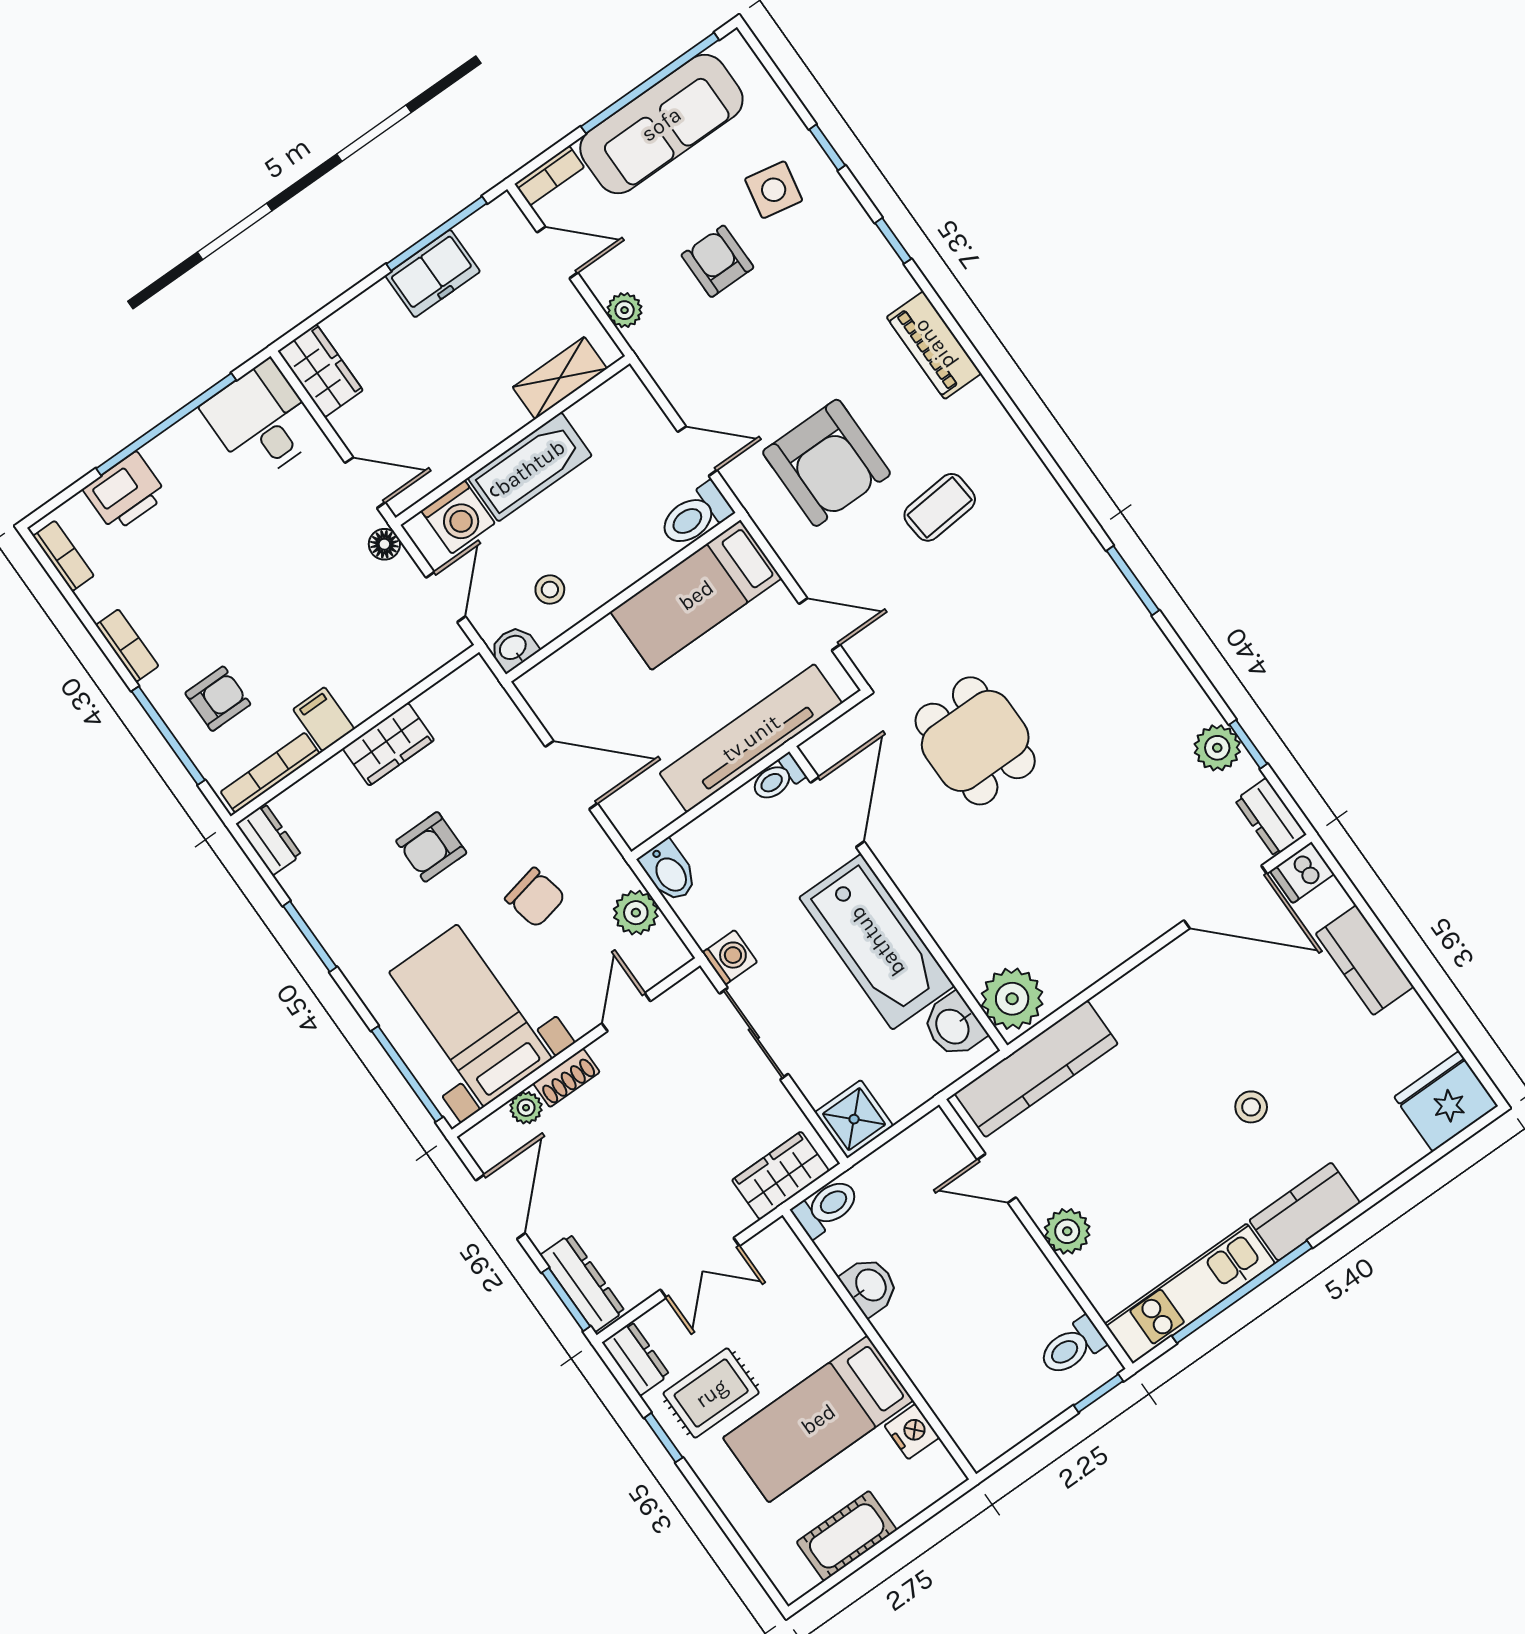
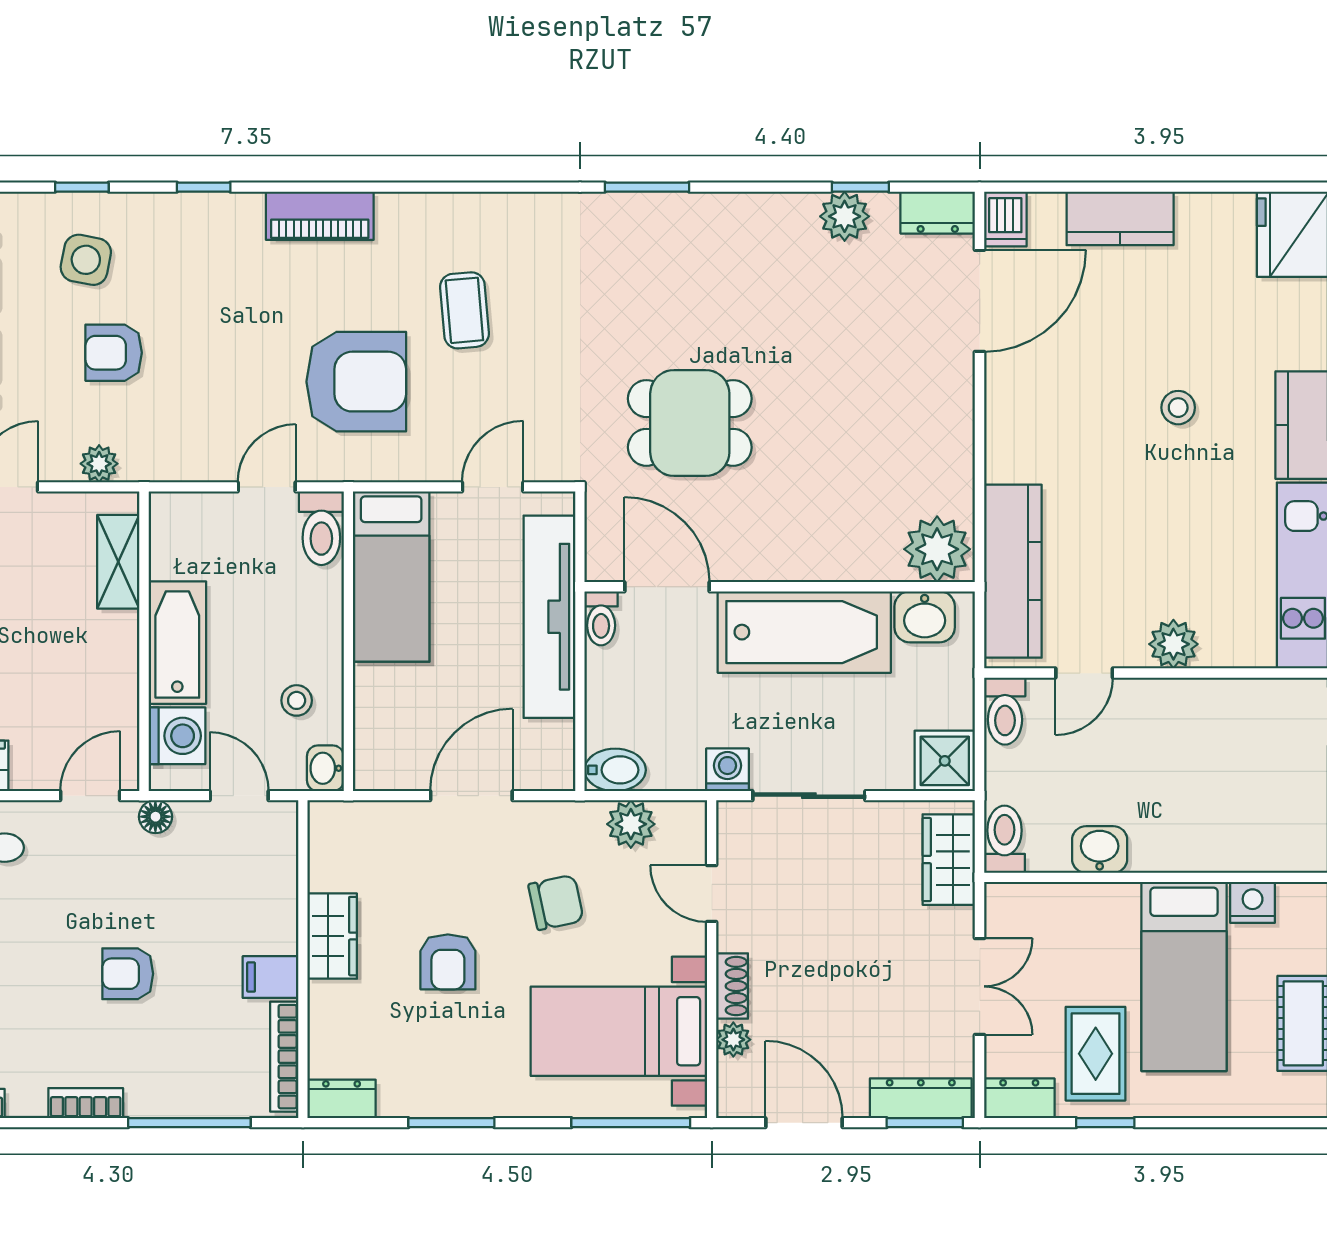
armchair: (218, 699) -> (128, 974), moved, turned -90
toilet: (1072, 1347) -> (1005, 711), moved

